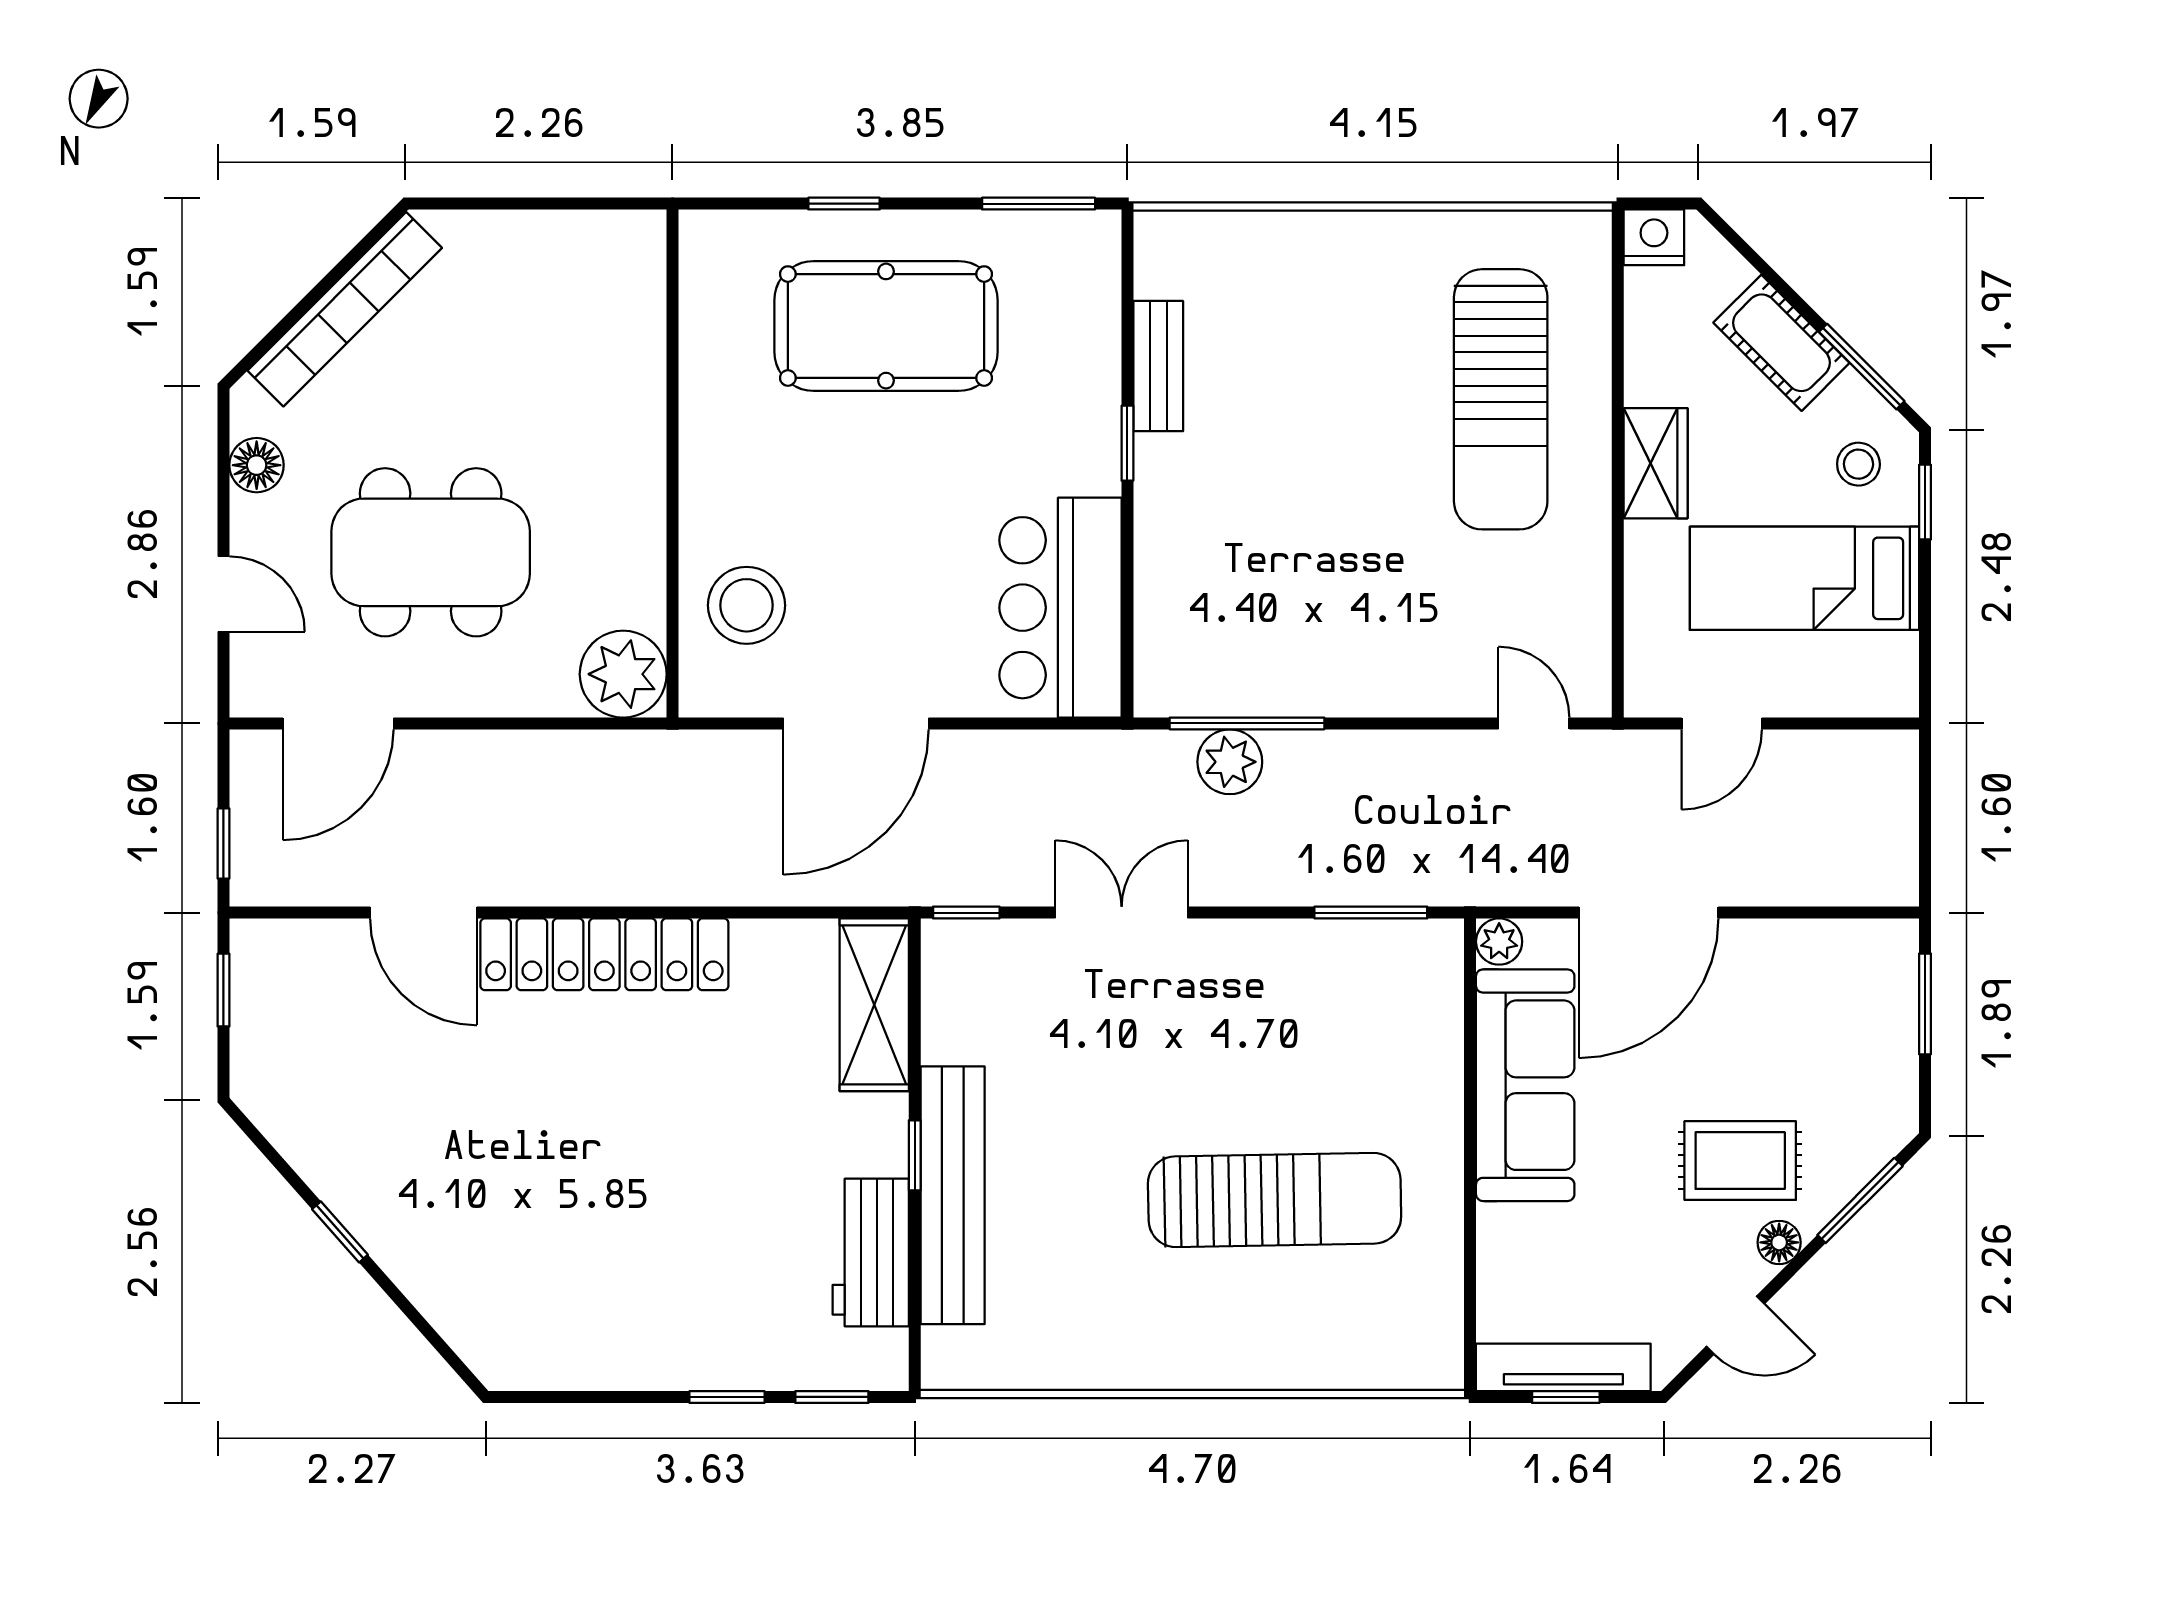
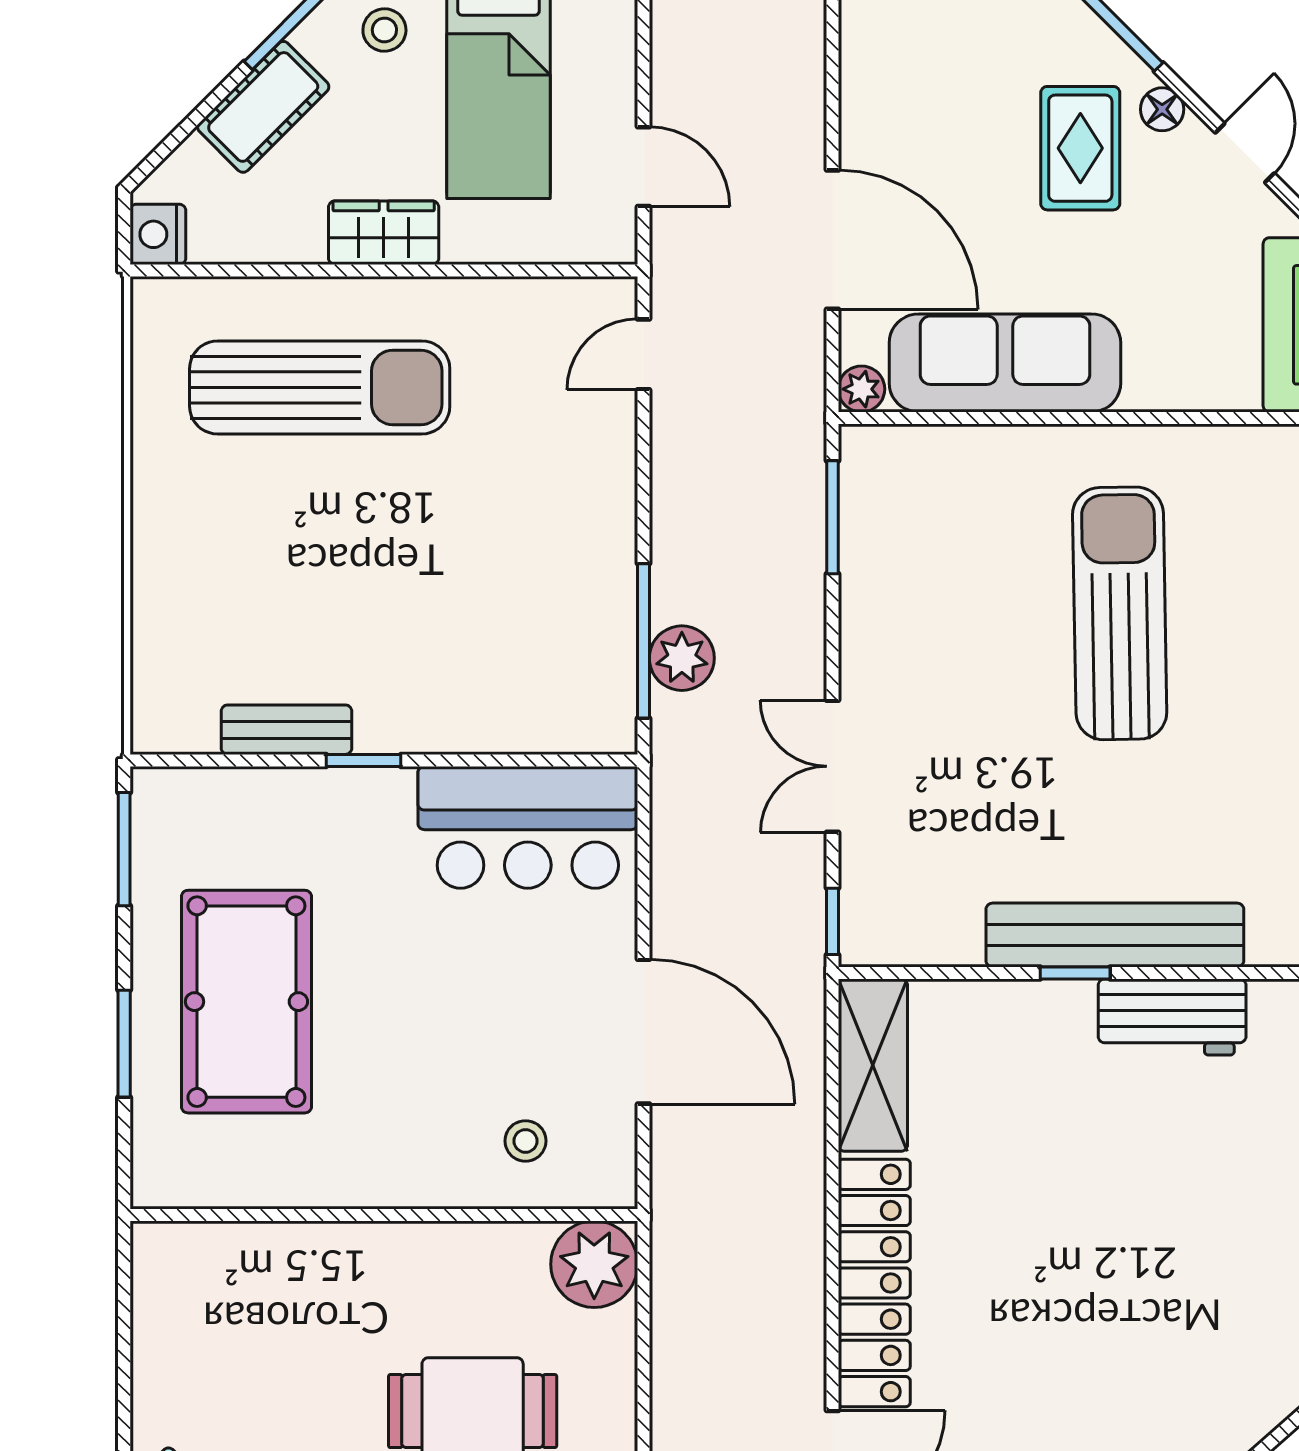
window: (844, 204) -> (124, 1044), width x1.50
stool: (747, 605) -> (525, 1141), width x0.53, depth x0.53
shelving: (874, 1005) -> (873, 1065), moved, turned 90

